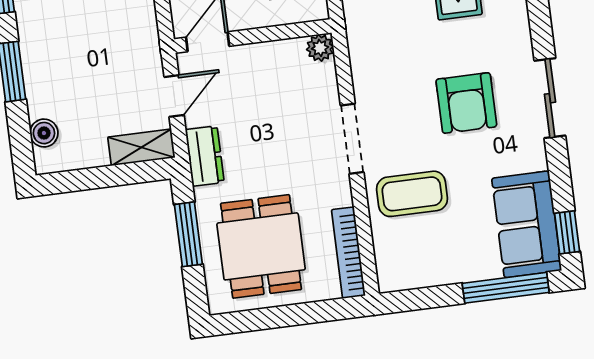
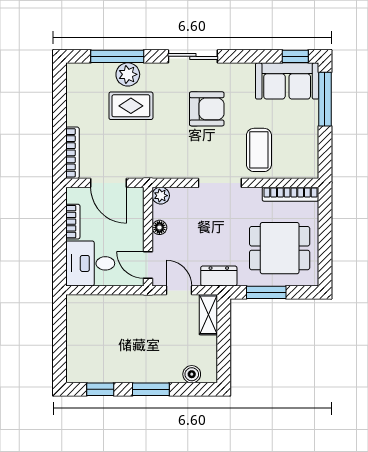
floor lamp: (269, 52) -> (159, 227), added
sliding door: (550, 98) -> (193, 56), moved

